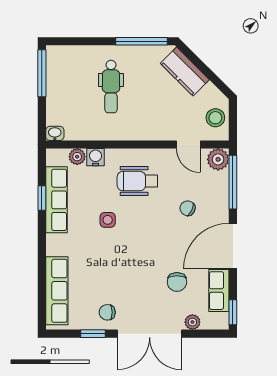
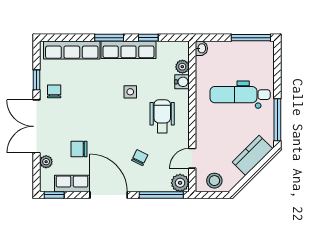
dental chair: (111, 87) -> (240, 95), width x1.36, depth x1.38
row of seats: (56, 200) -> (129, 50), moved
window: (42, 246) -> (109, 38), added

